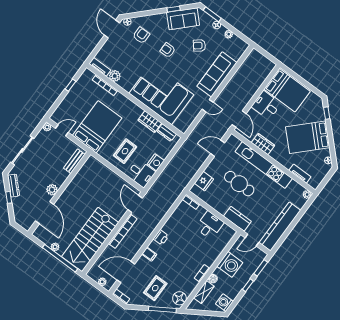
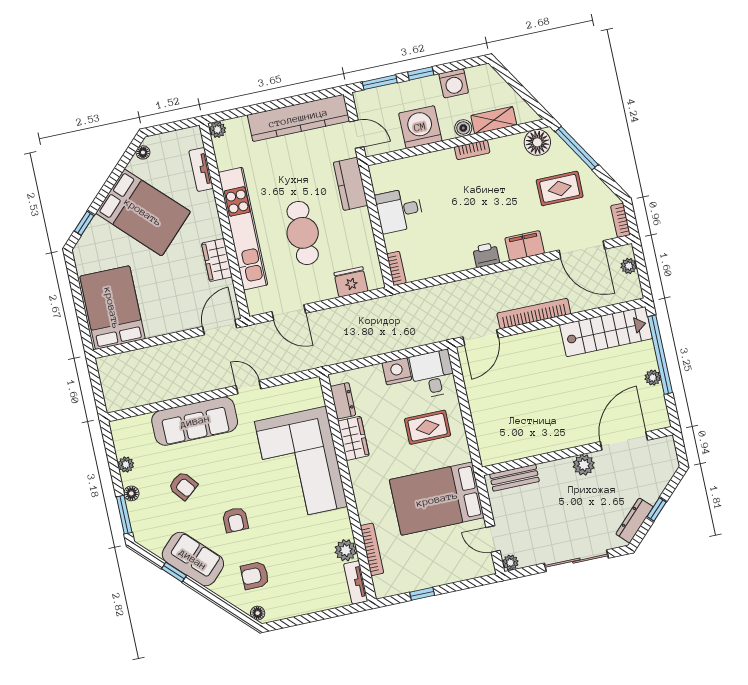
sofa: (183, 19) -> (193, 559), moved
door: (112, 29) -> (290, 622), removed
desk: (266, 105) -> (162, 313), removed
stairs: (90, 240) -> (606, 332), width x0.73, depth x0.66
filing cabinet: (149, 254) -> (525, 246), width x2.00
washing machine: (224, 303) -> (454, 83), moved

